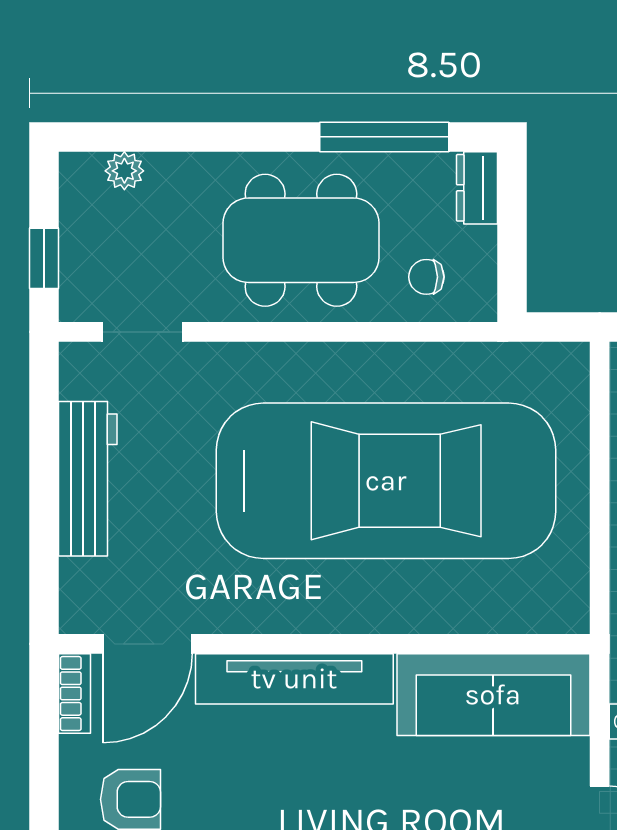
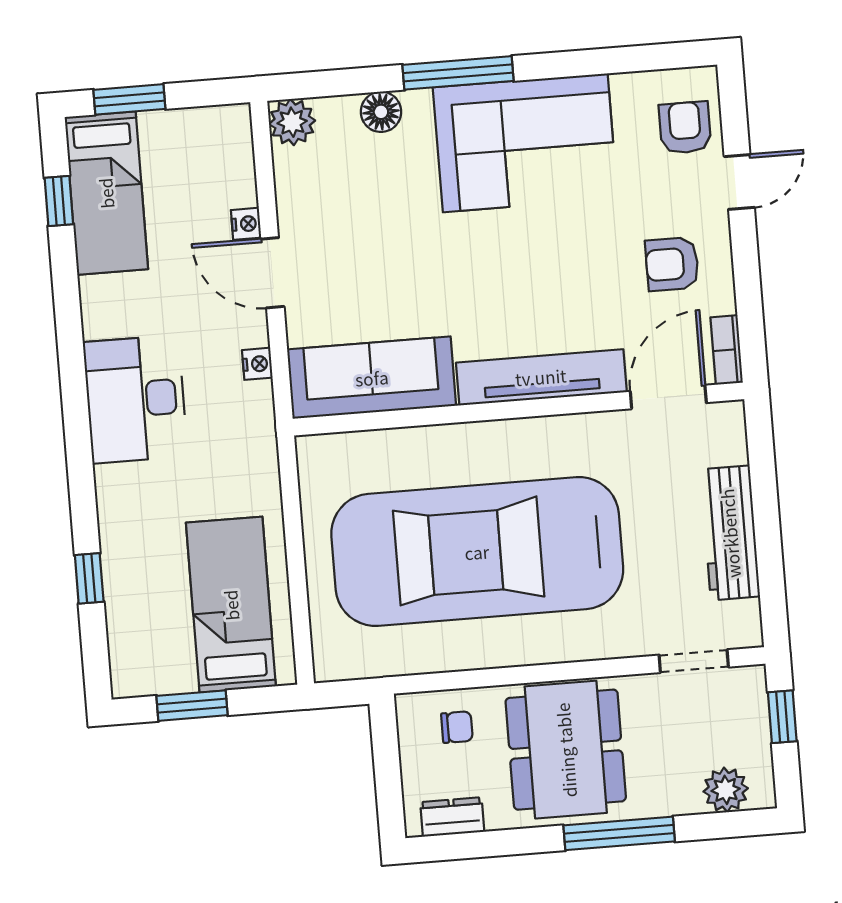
window: (384, 137) -> (619, 833), moved
plant: (124, 171) -> (726, 790), width x1.38, depth x1.38
dresser: (477, 188) -> (452, 817), moved, turned -90
dining table: (301, 240) -> (566, 750), turned 90

